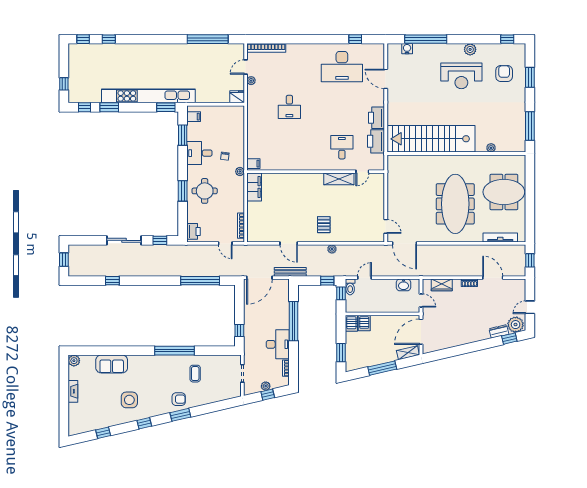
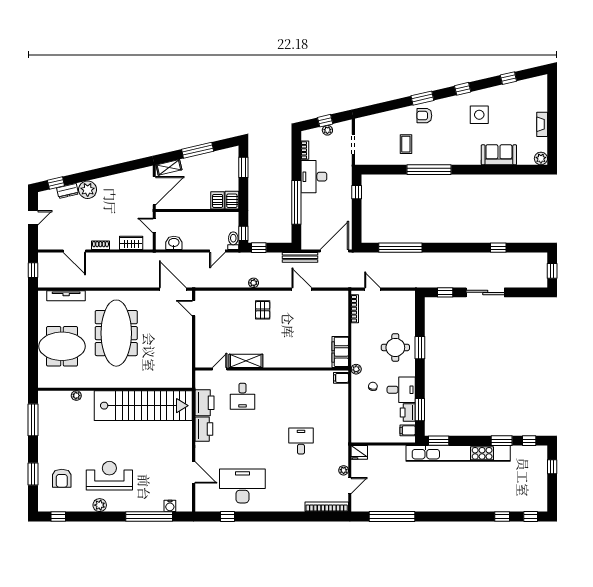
printer: (194, 231) -> (408, 412), moved
plant: (516, 325) -> (88, 190), moved

